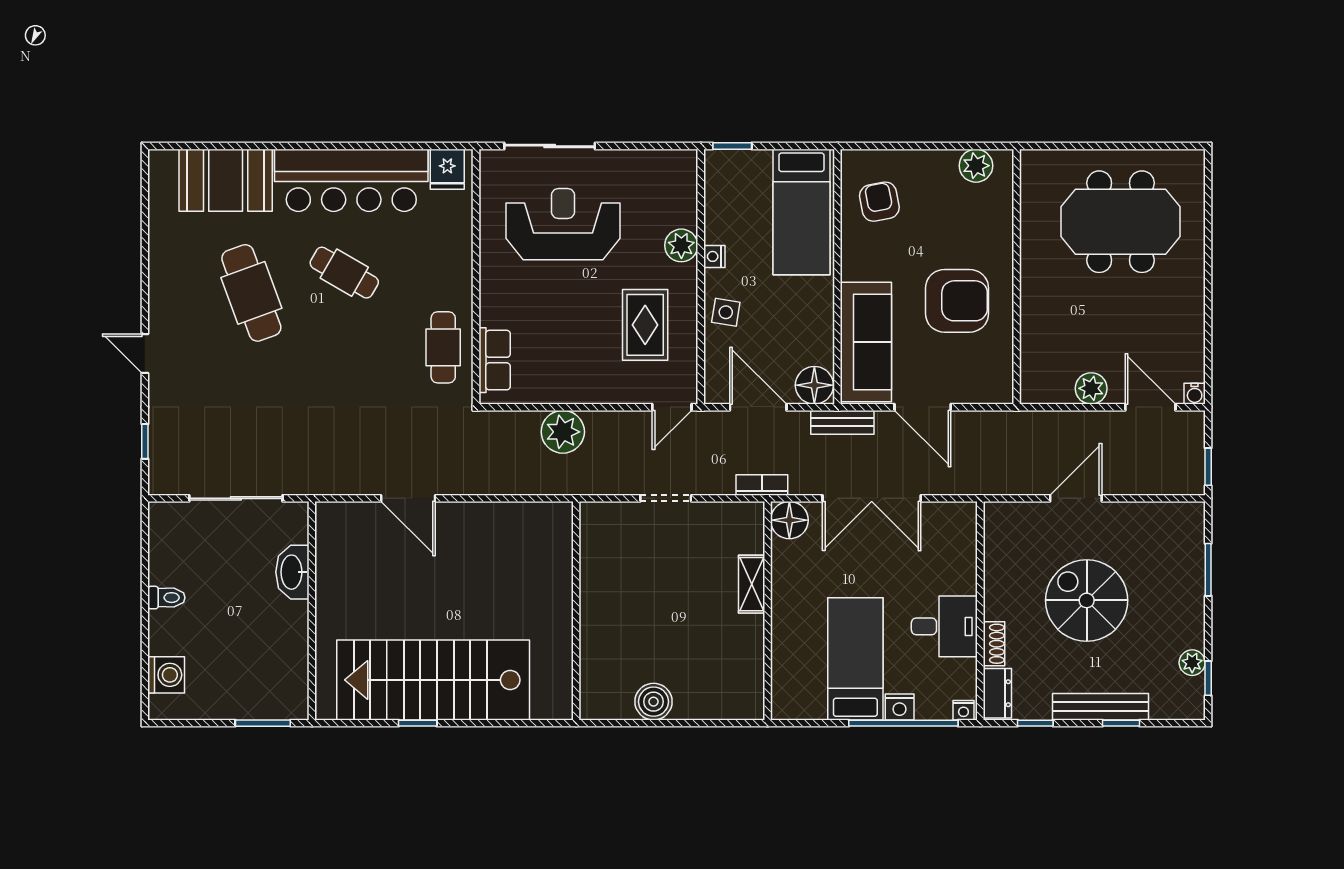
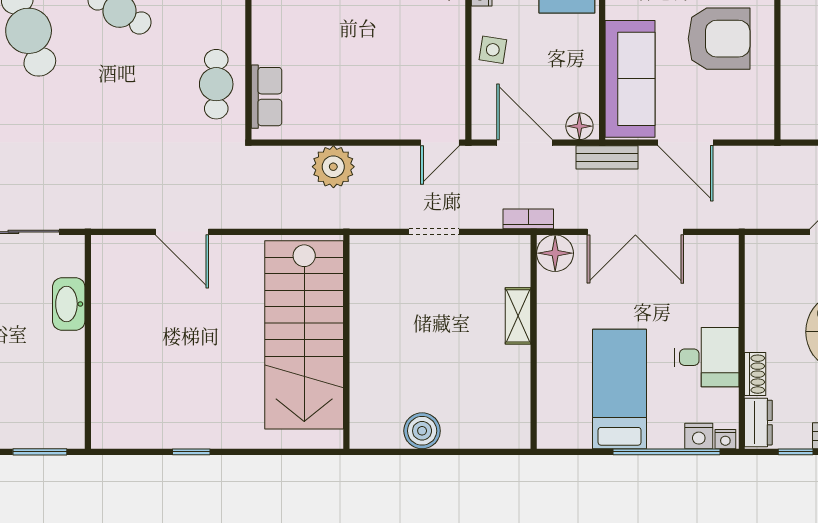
rug: (645, 325) -> (414, 62), removed
floor lamp: (814, 385) -> (579, 126), width x0.73, depth x0.73
stairs: (433, 680) -> (304, 335), moved, turned -90
nightstand: (900, 707) -> (699, 436), moved

